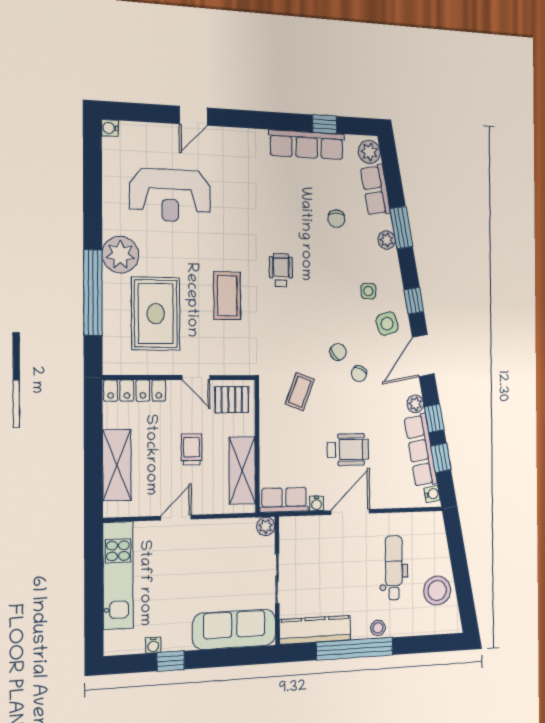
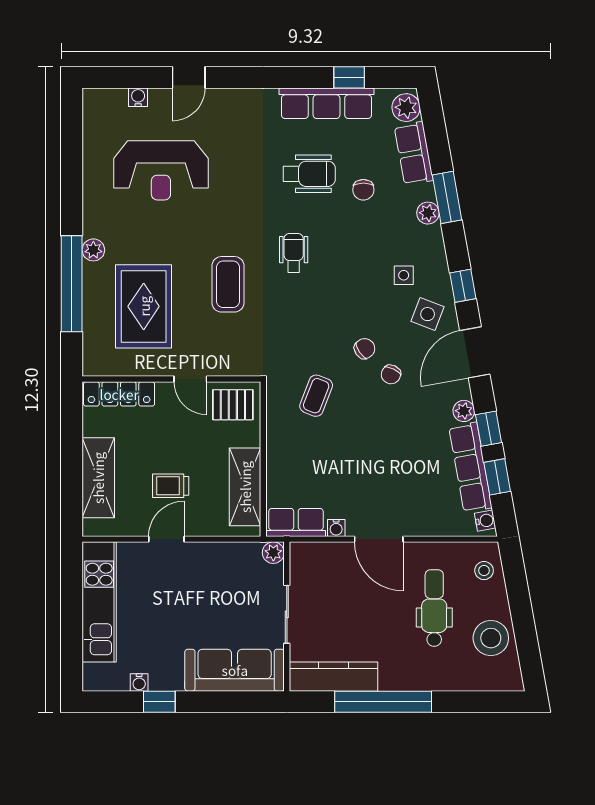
water cooler: (110, 128) -> (138, 97), moved, turned 90
plant: (120, 255) -> (93, 250), width x0.53, depth x0.53
side table: (387, 324) -> (428, 314), turned 38
trolley: (192, 449) -> (171, 486), moved, turned -90
wheelchair: (348, 450) -> (309, 174), moved
door: (350, 512) -> (379, 539), swing flipped
stool: (378, 628) -> (484, 571), moved

